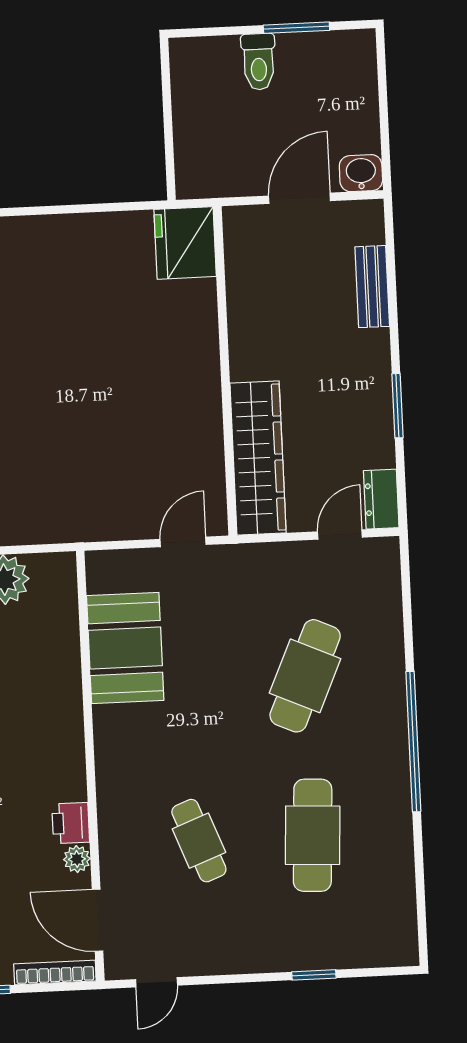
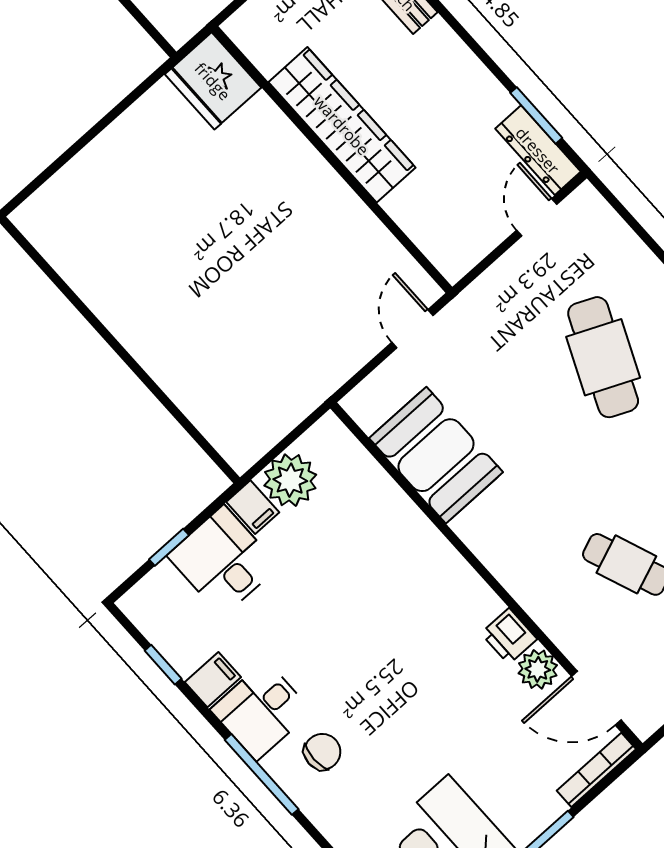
window: (397, 406) -> (536, 115), moved
wardrobe: (258, 458) -> (342, 125), moved
dresser: (381, 499) -> (538, 150), width x1.44
plant: (77, 859) -> (538, 669), width x1.38, depth x1.38

